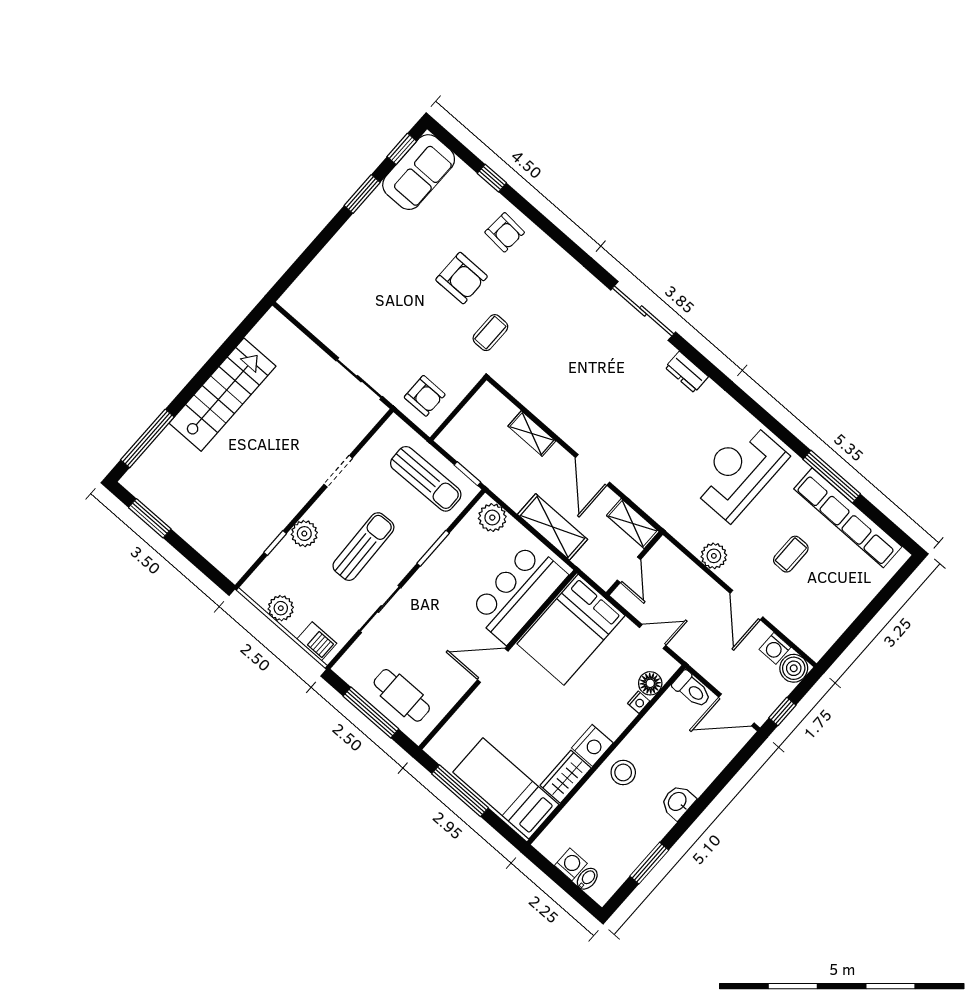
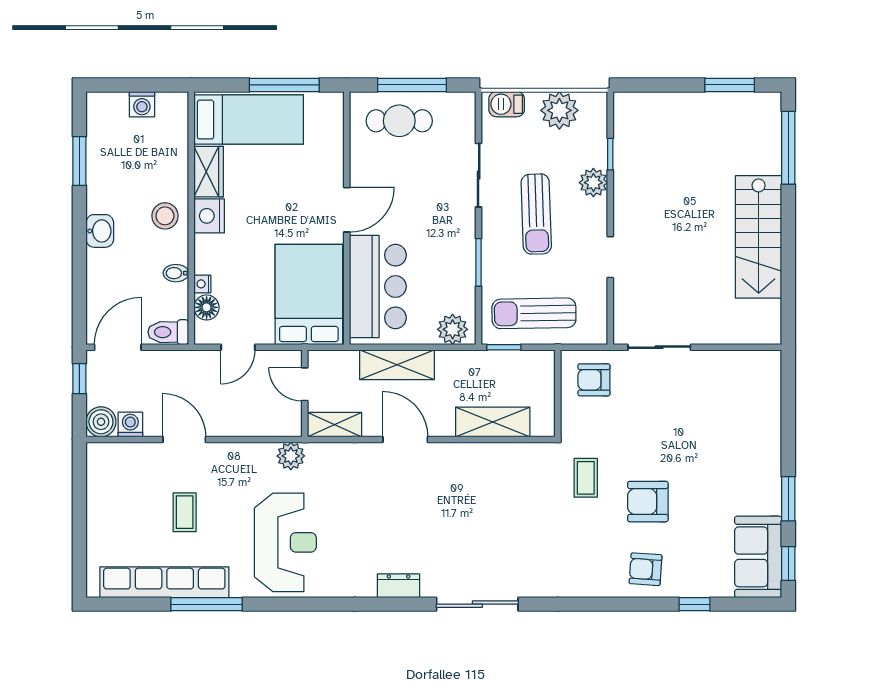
shelving: (532, 433) -> (493, 422), width x1.50, depth x1.33
plant: (714, 556) -> (291, 456), moved
plant: (281, 608) -> (559, 110), width x1.36, depth x1.36
bidet: (587, 879) -> (176, 273), moved, turned 90

